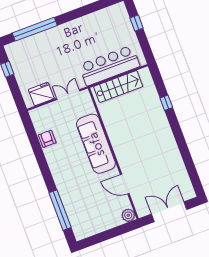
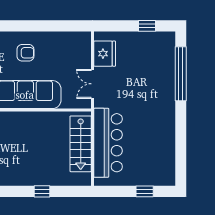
double door: (68, 95) -> (93, 84), swing flipped
armchair: (47, 139) -> (25, 53), moved

